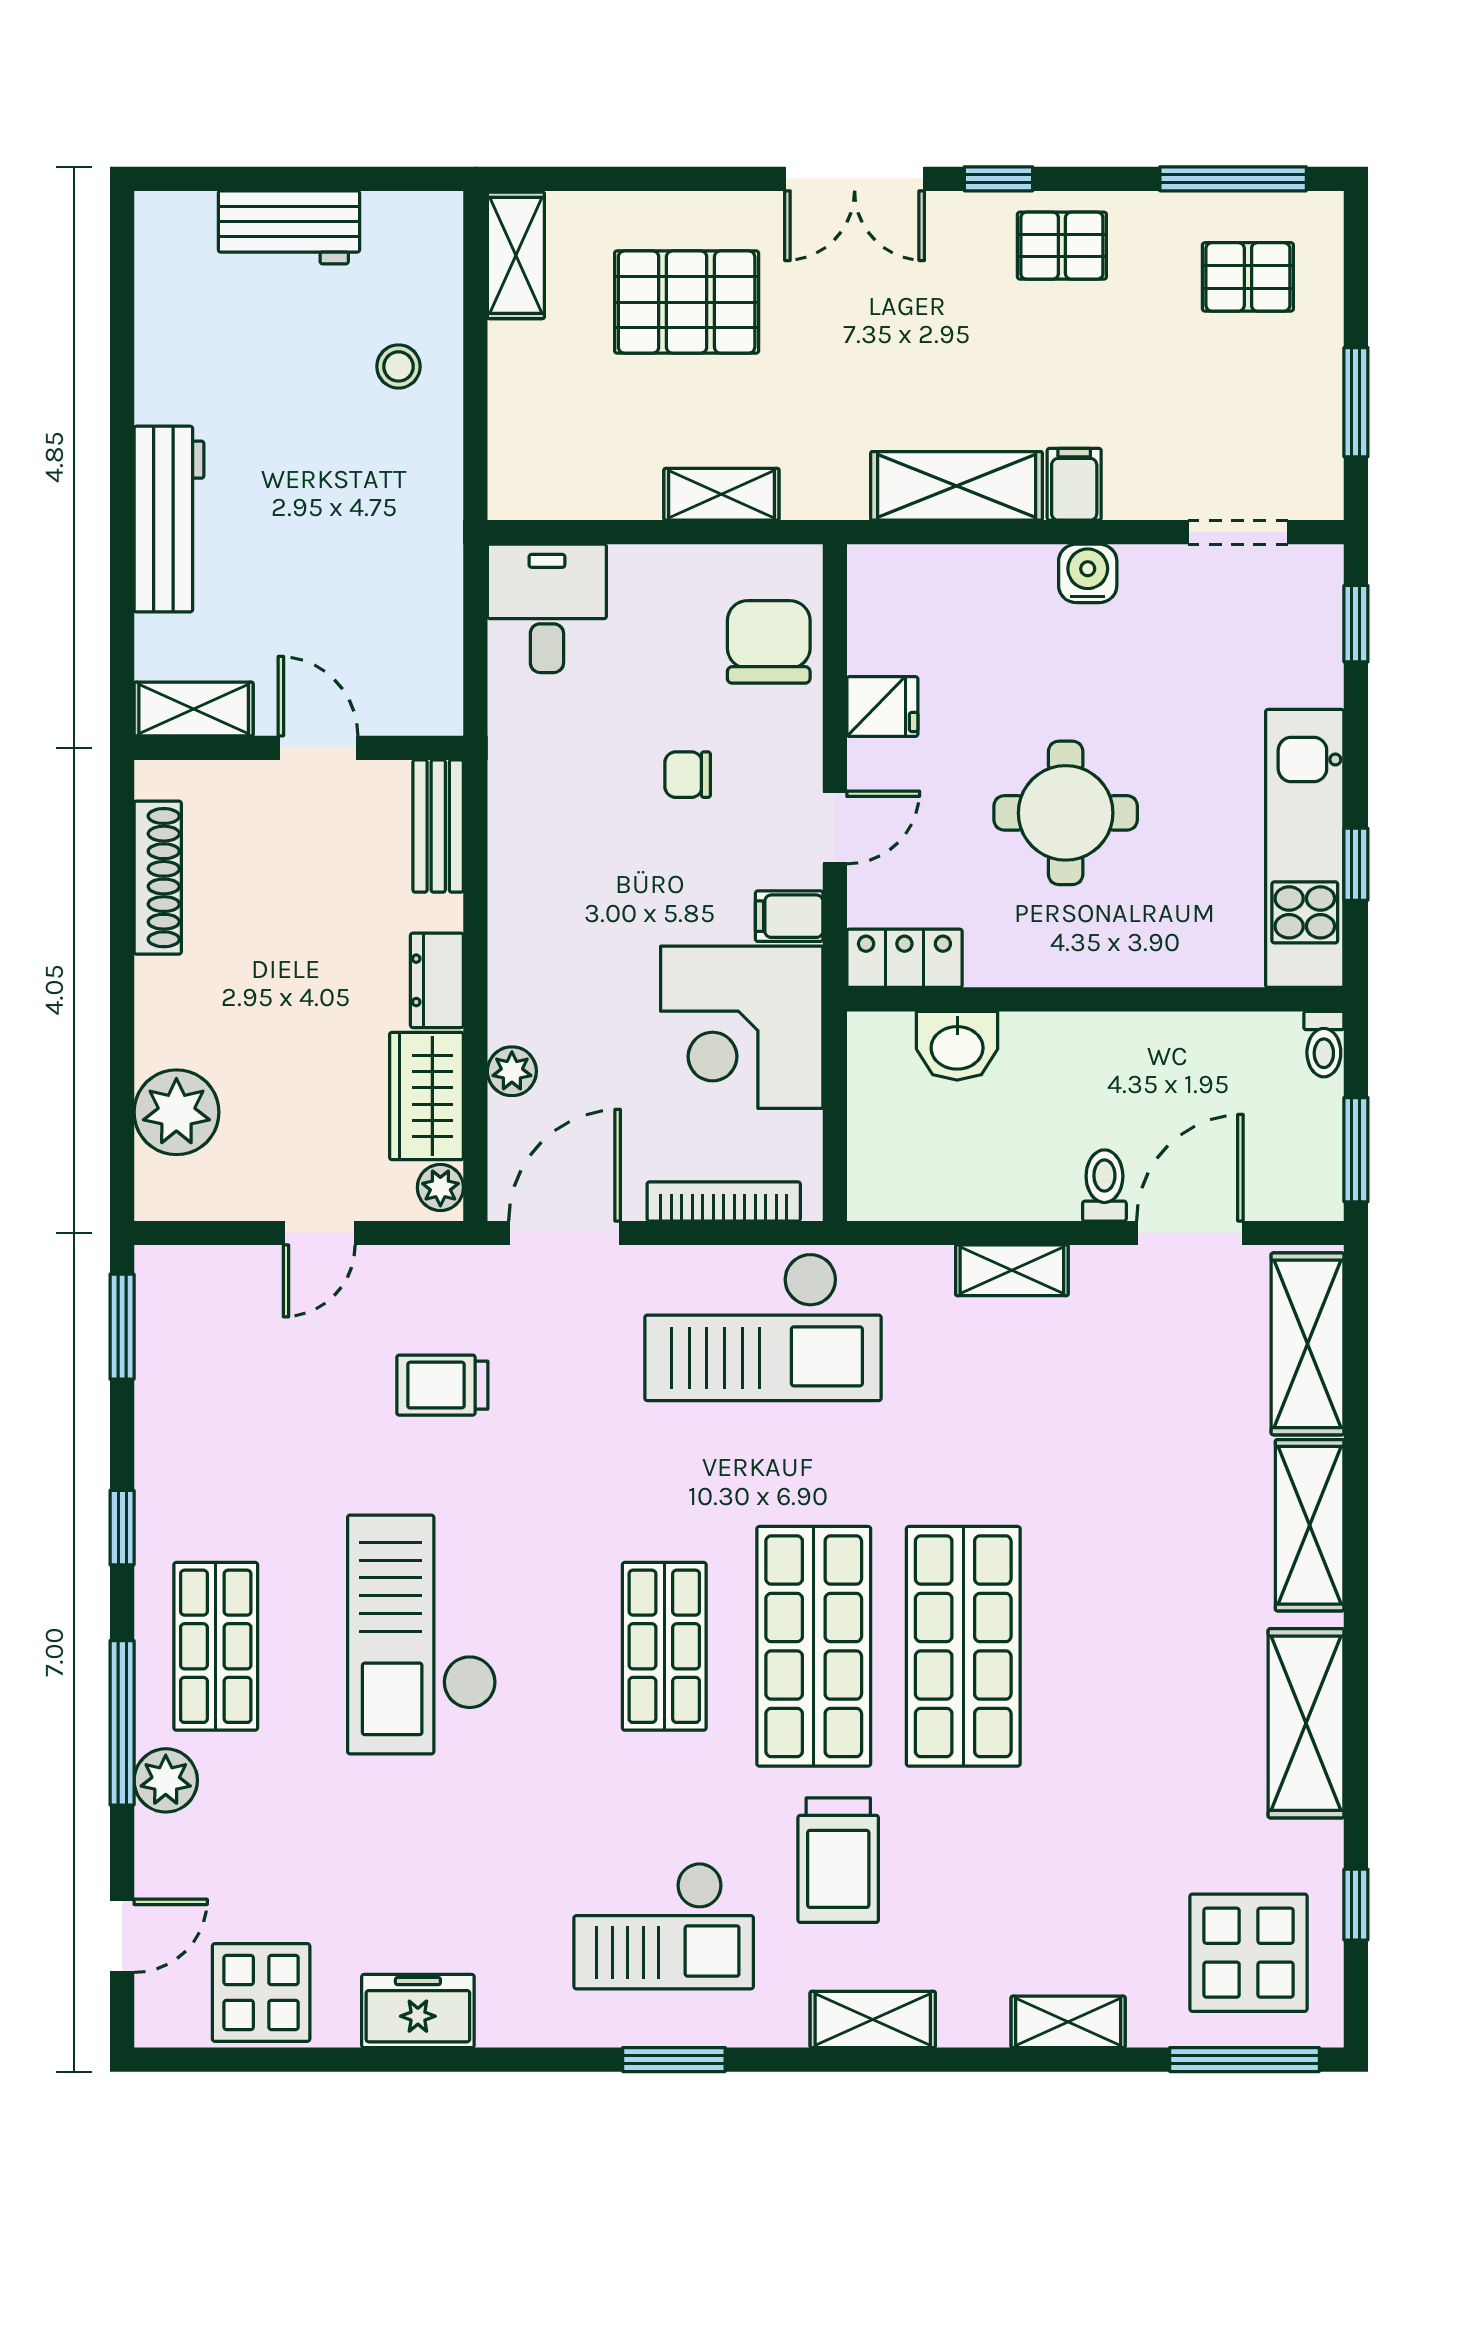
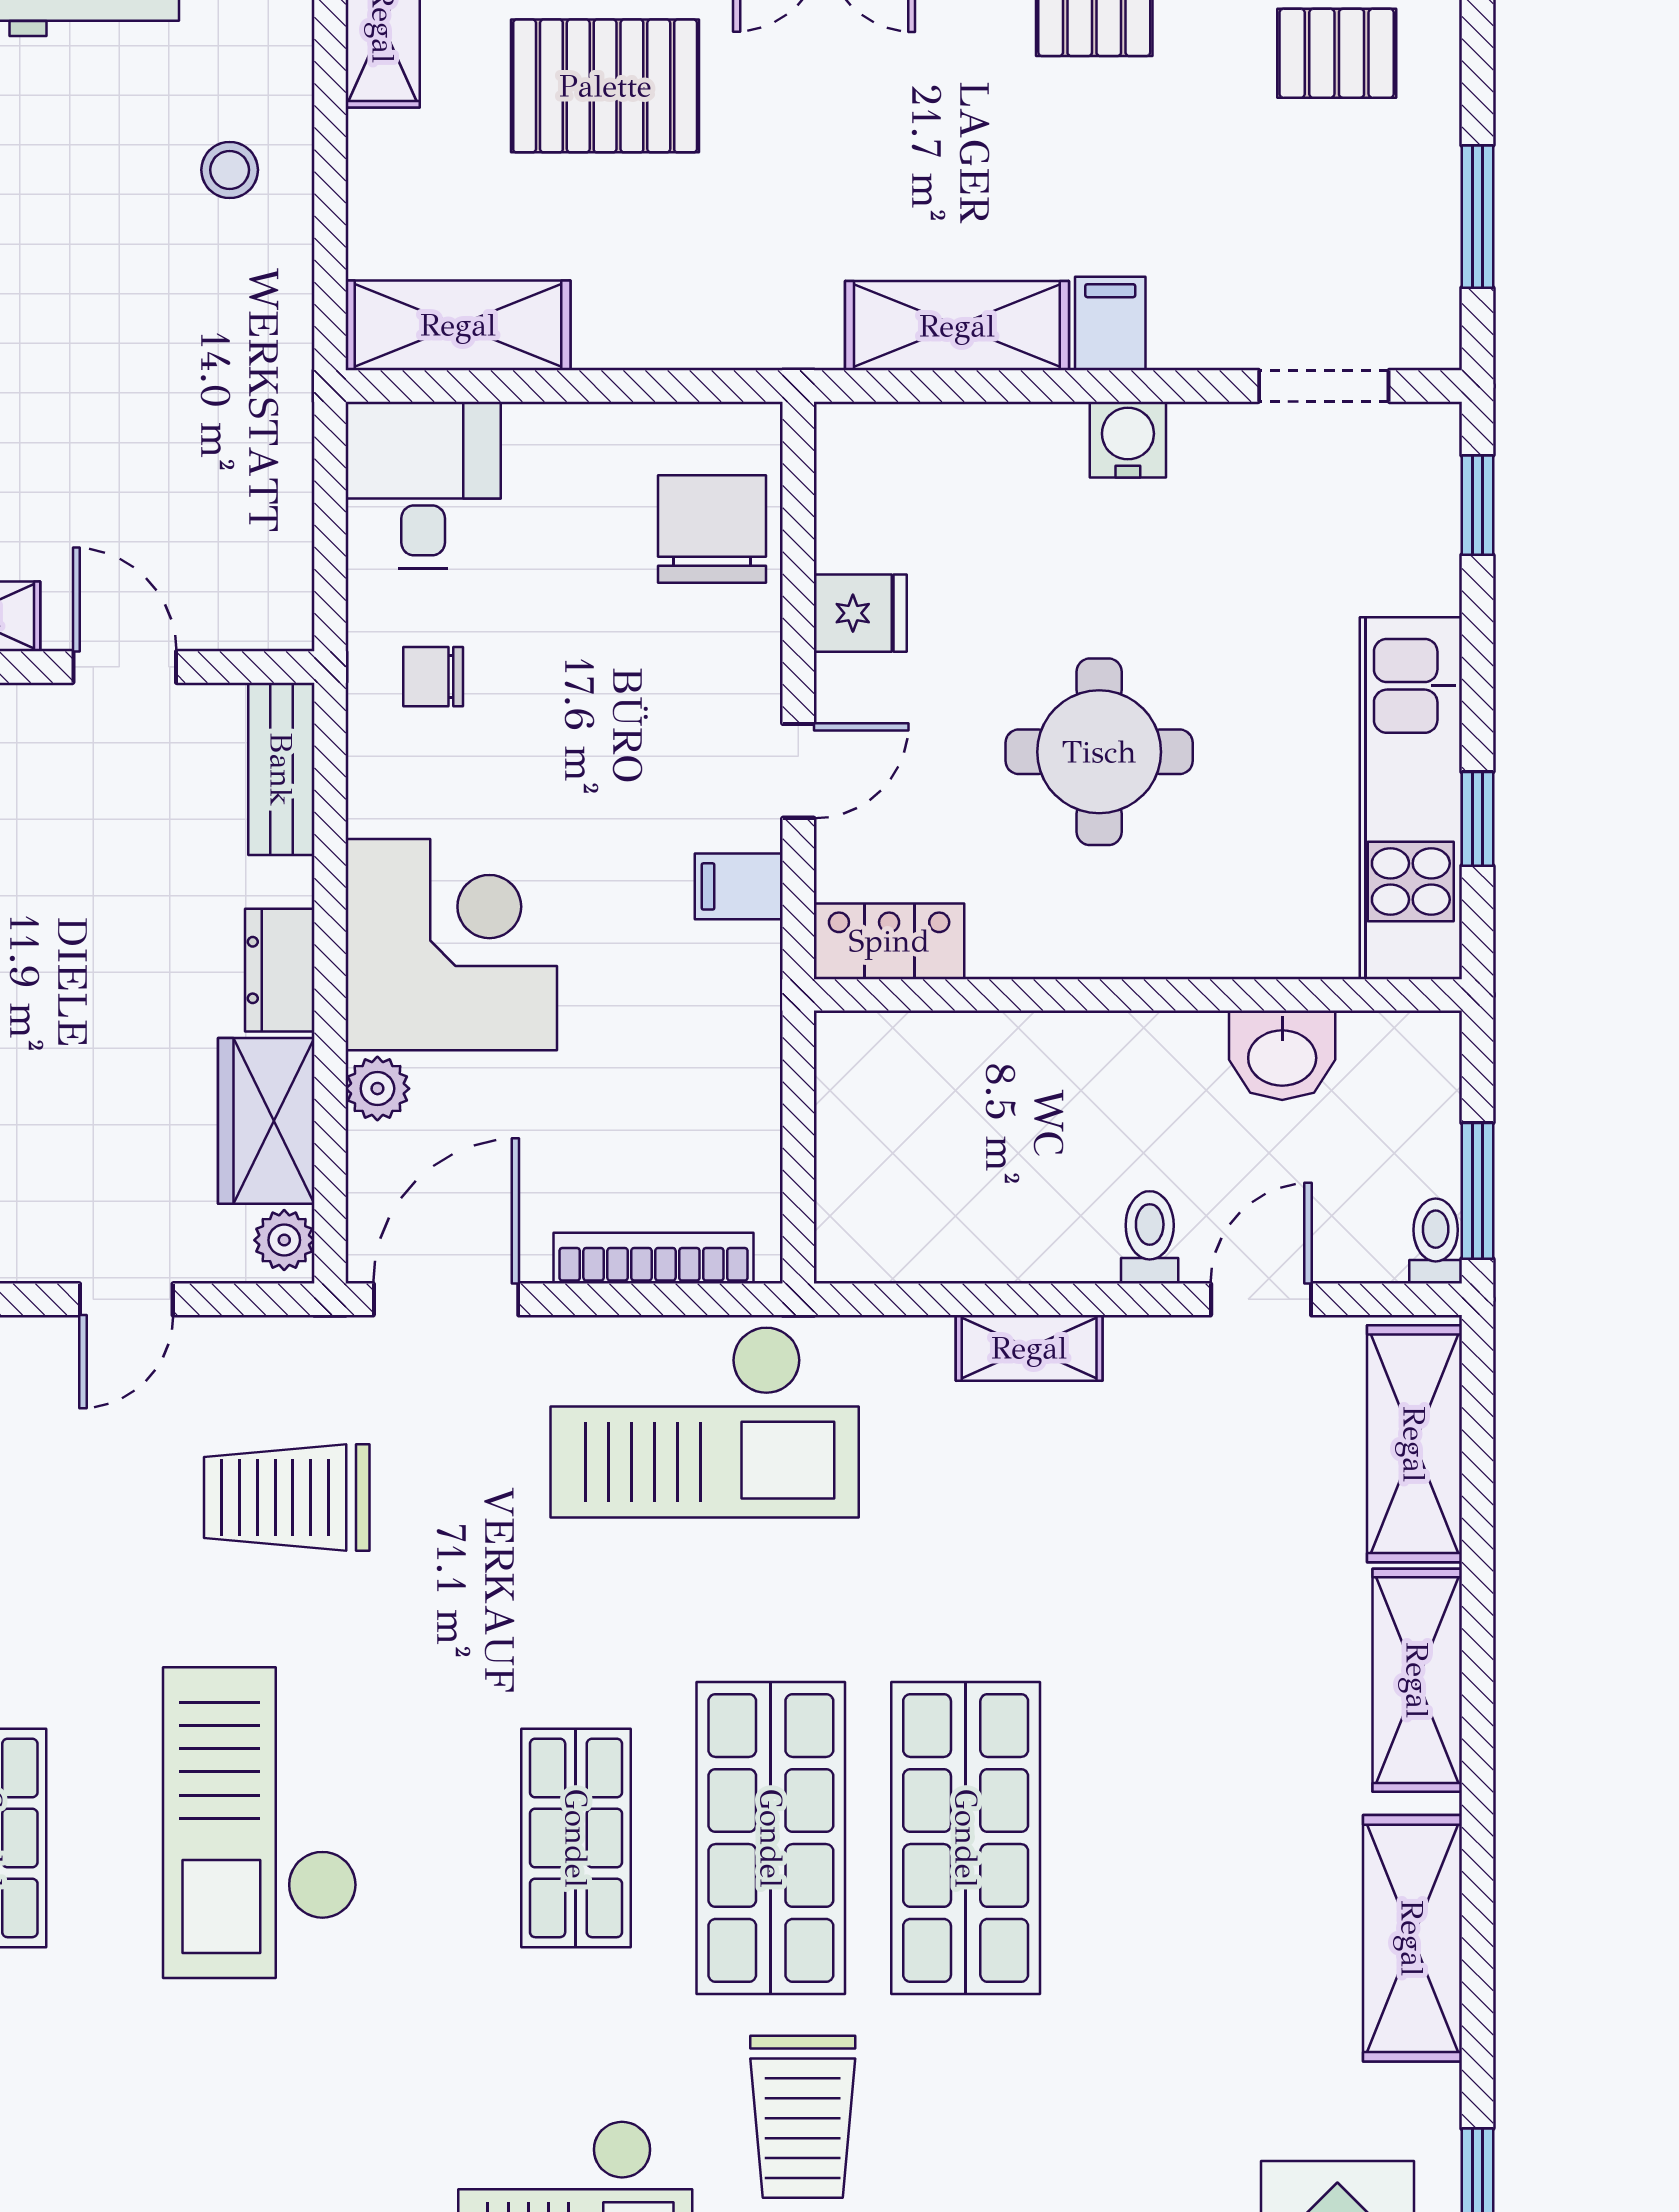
shelving: (721, 494) -> (458, 325), moved, width x1.50, depth x1.33
chair: (688, 775) -> (433, 677), moved
corner desk: (742, 1027) -> (451, 945), moved, turned 180
toilet: (1324, 1044) -> (1436, 1241), moved, turned 180
washbasin: (957, 1046) -> (1282, 1055), moved
door: (1190, 1233) -> (1261, 1299), width x0.73
trolley: (442, 1385) -> (287, 1498), width x1.36, depth x1.39

